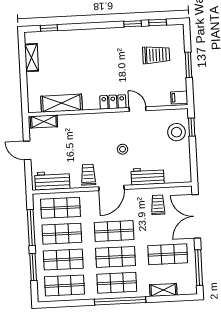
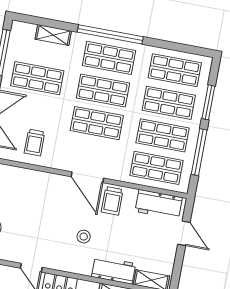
stool: (123, 149) -> (84, 237), moved
door: (27, 150) -> (184, 233), moved
workbench: (148, 176) -> (114, 270), moved, turned 180
door: (111, 188) -> (87, 177), swing flipped

